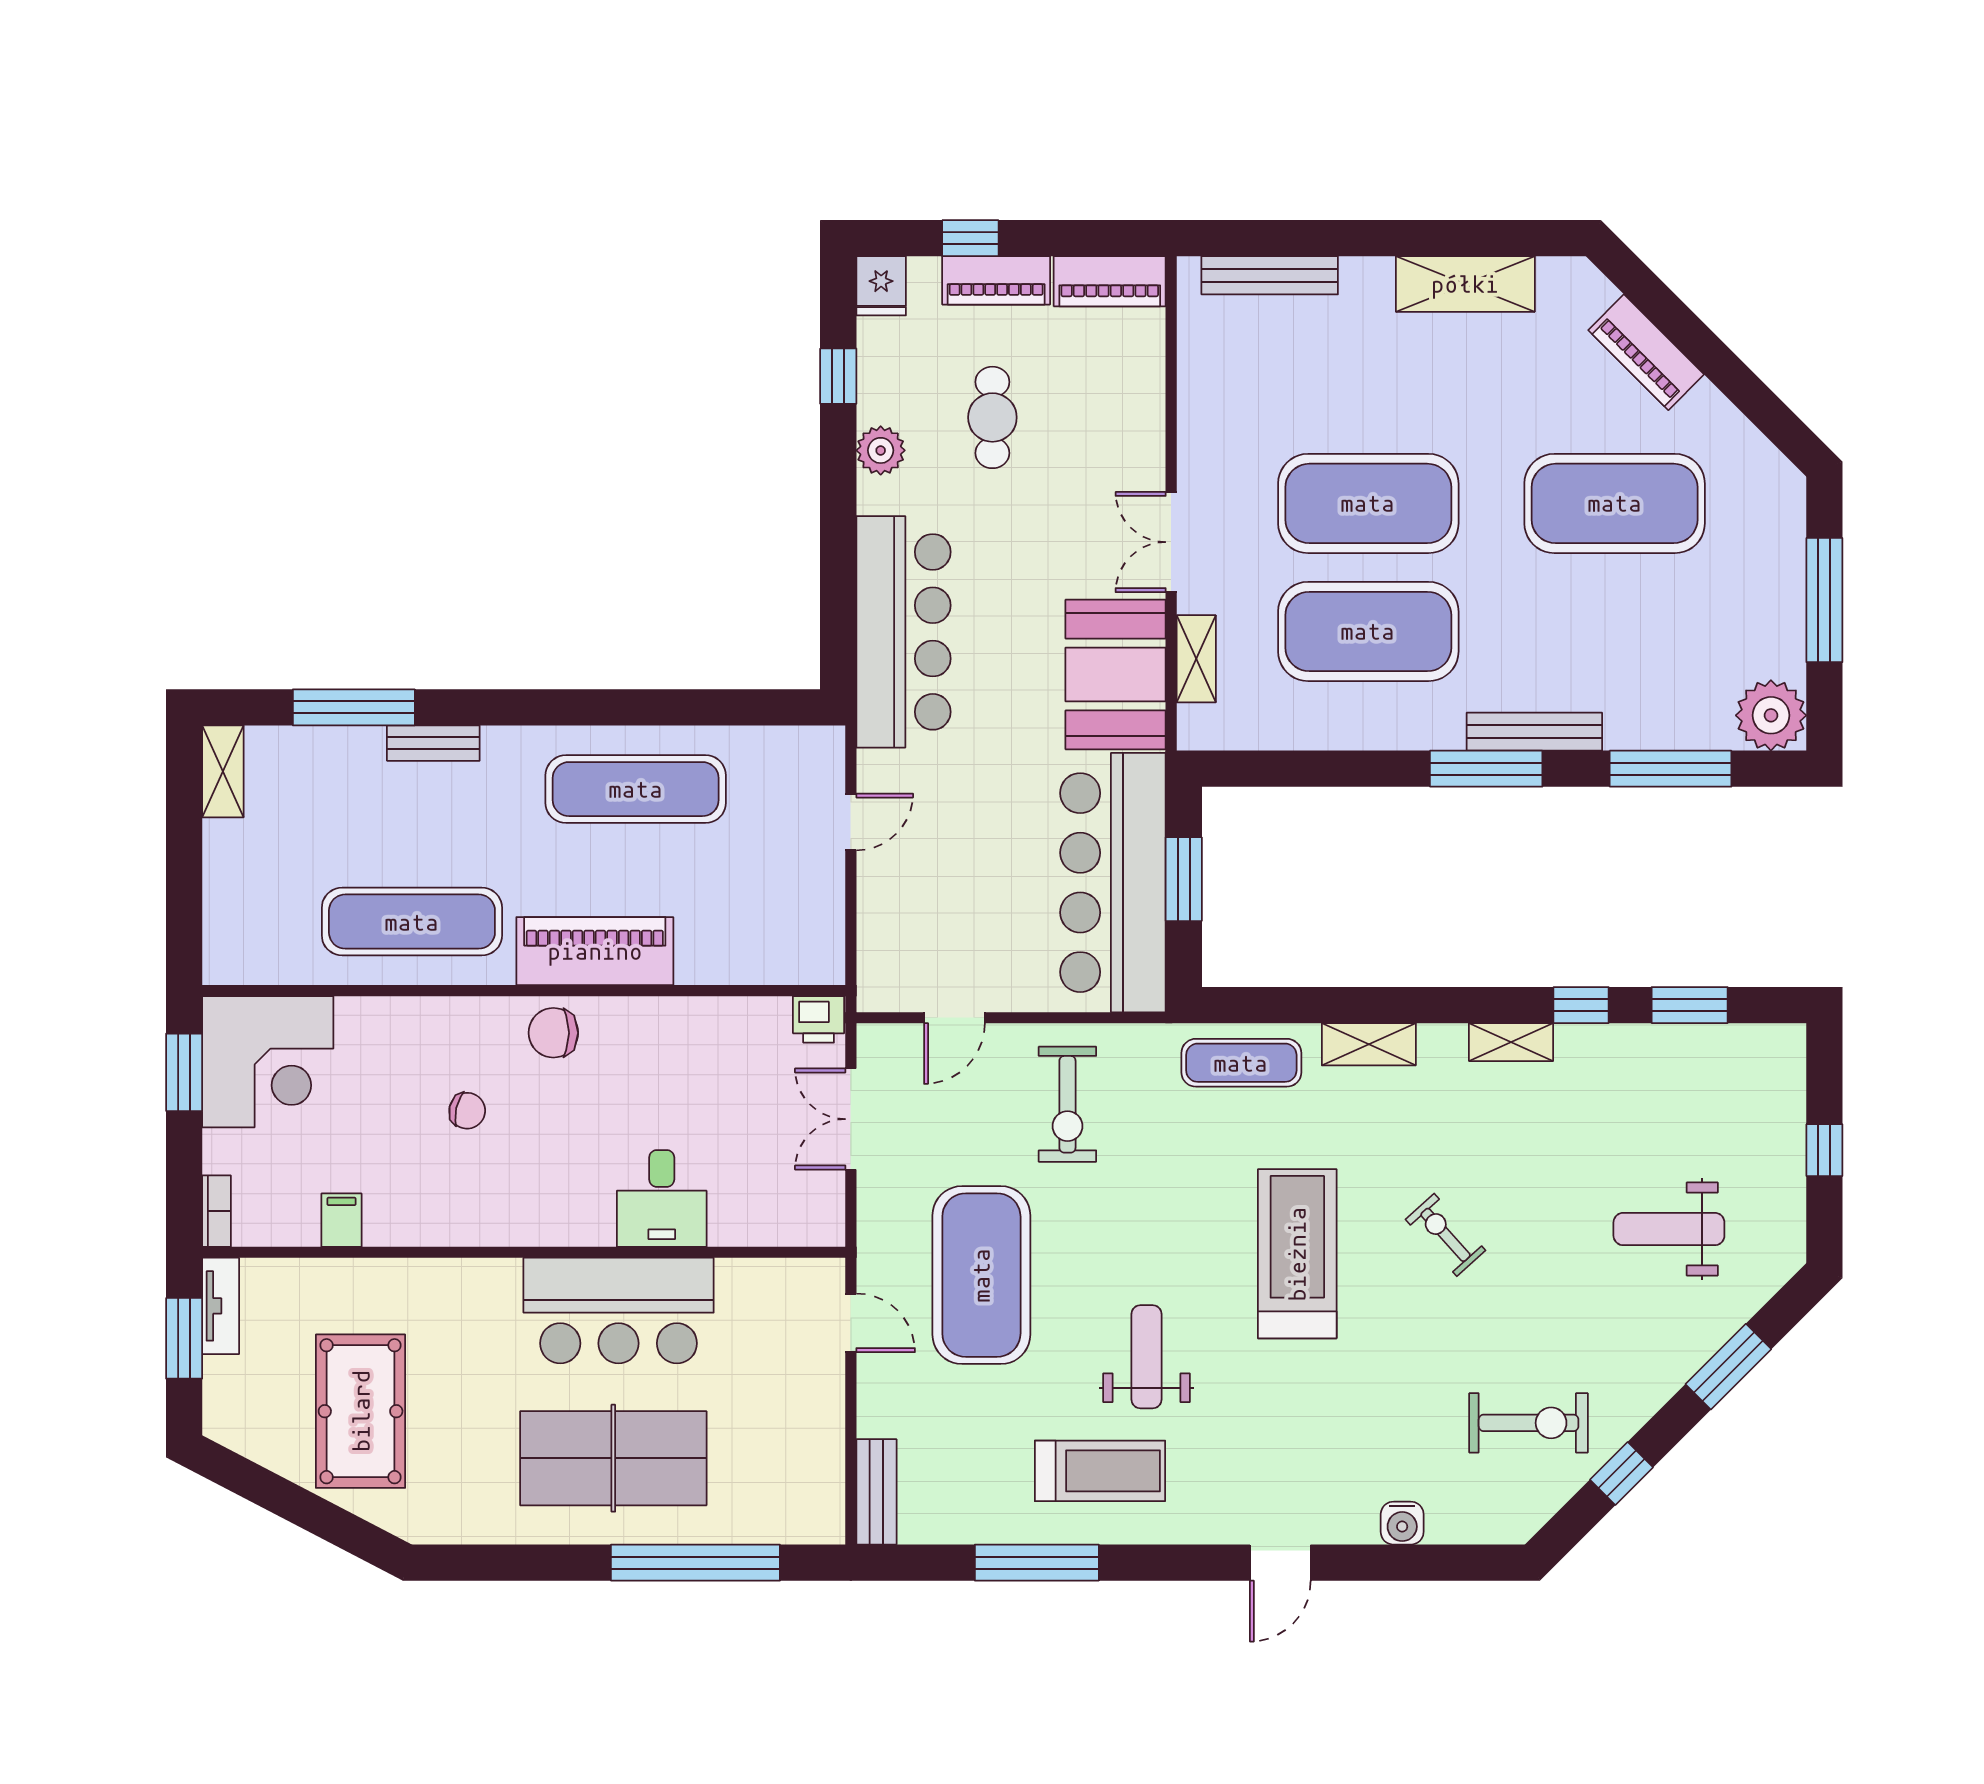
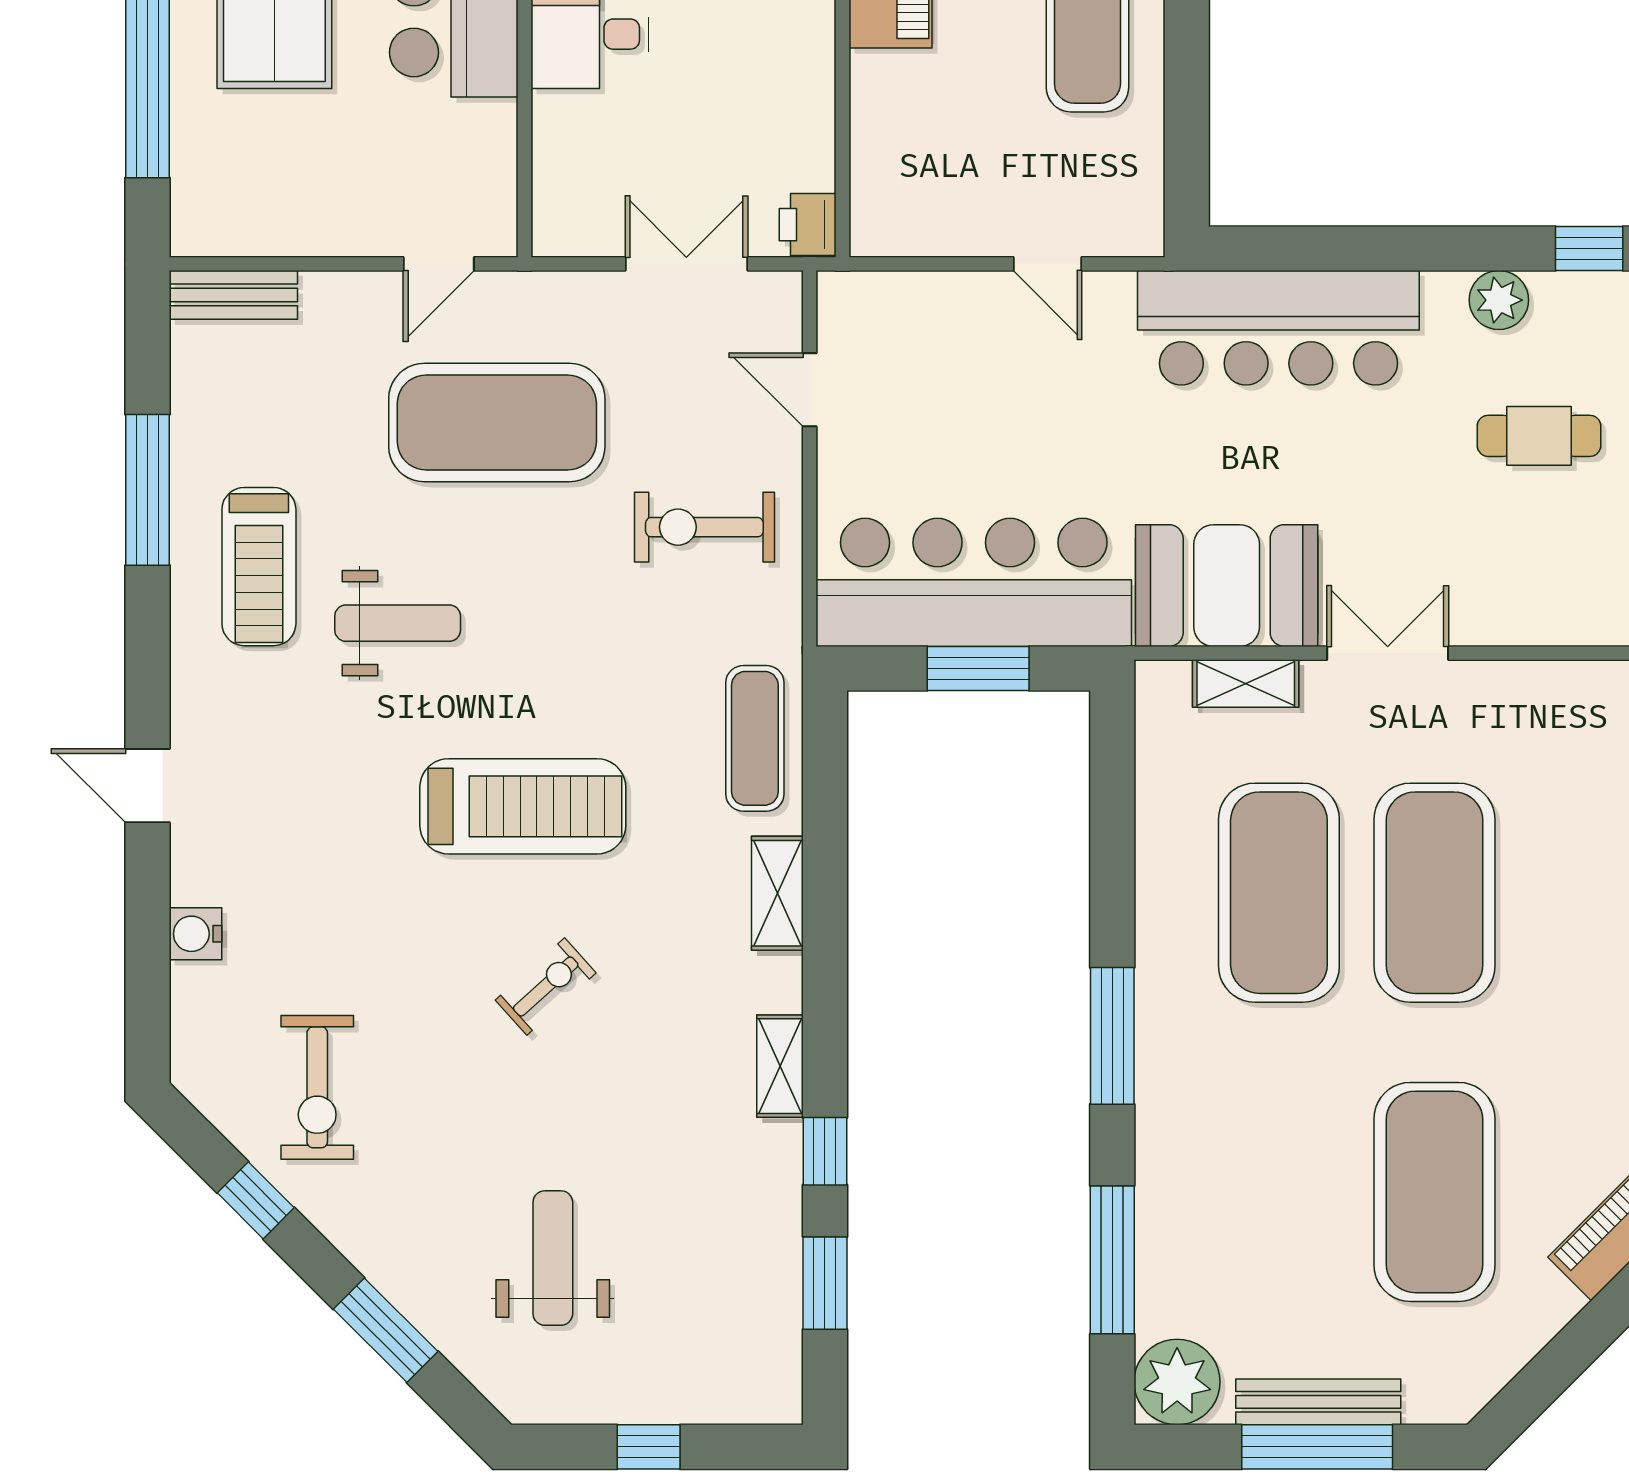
bench: (1534, 732) -> (1318, 1402), moved, turned 90

